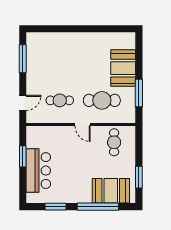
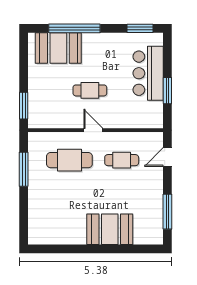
booth: (123, 68) -> (110, 229), moved, turned 90
cafe table: (114, 142) -> (90, 90), moved, turned 90
window: (139, 177) -> (24, 106), moved
window: (55, 207) -> (140, 28), moved

